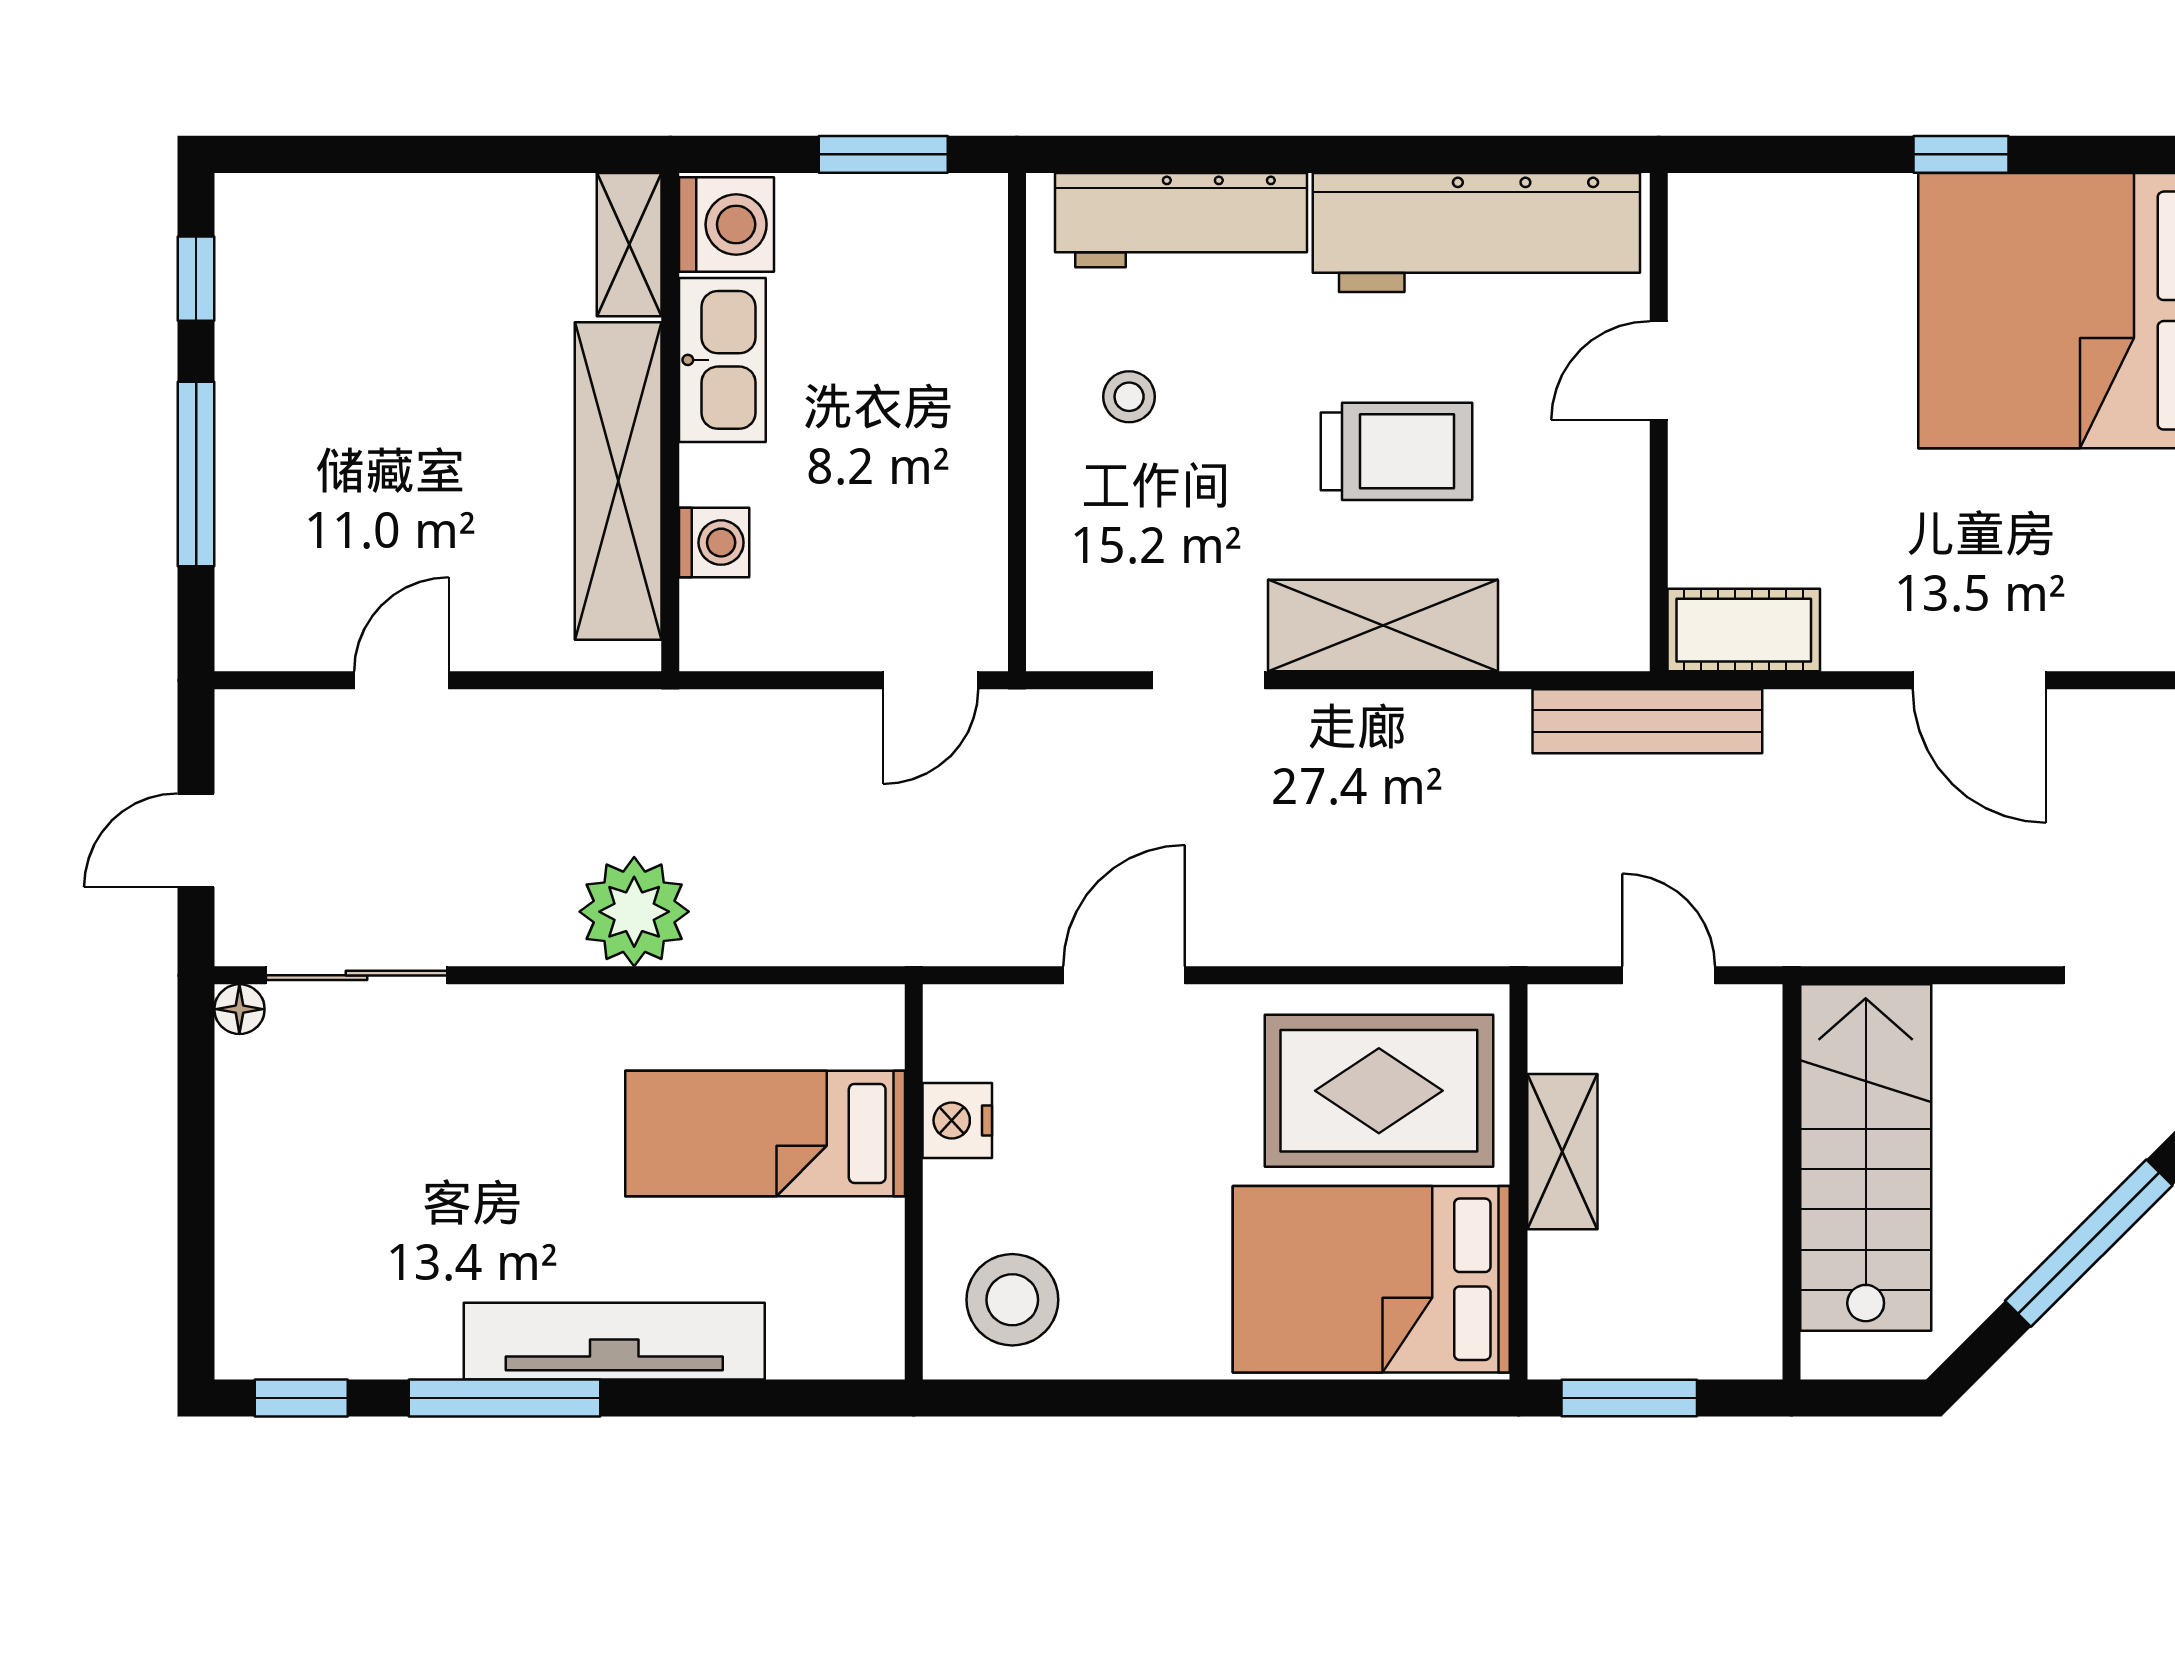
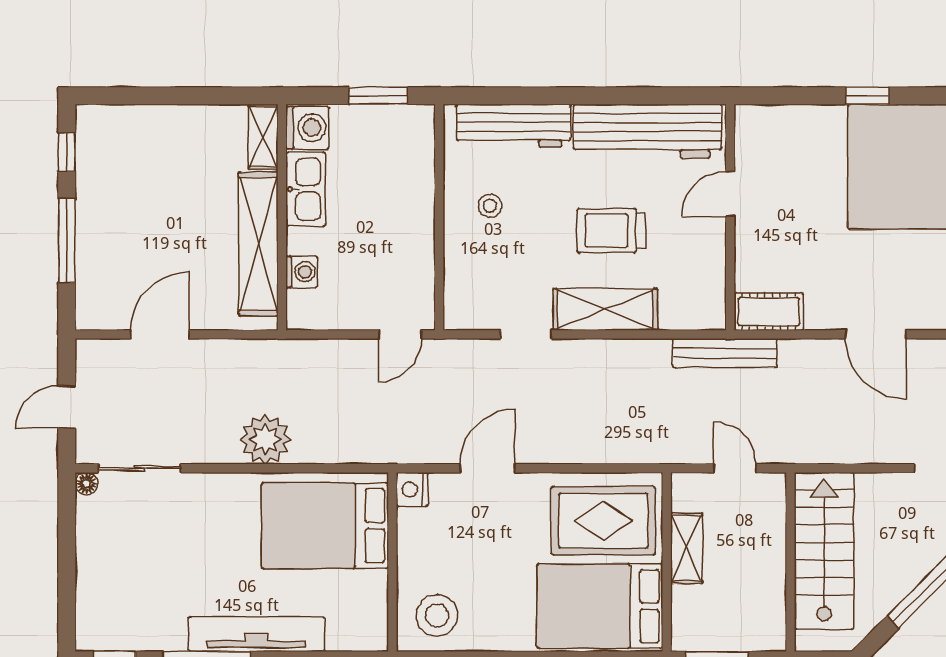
trolley: (1396, 451) -> (611, 231), turned 180
door: (401, 680) -> (160, 334), width x1.38
nightstand: (957, 1120) -> (412, 489), moved
bed: (765, 1133) -> (325, 526), width x1.50

